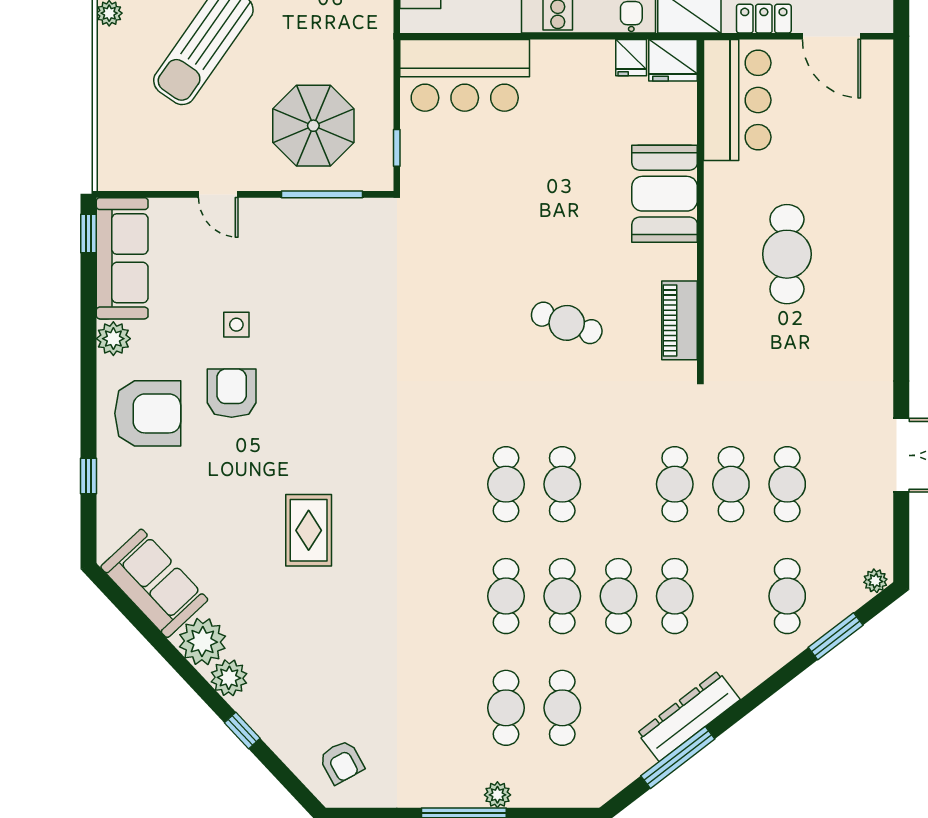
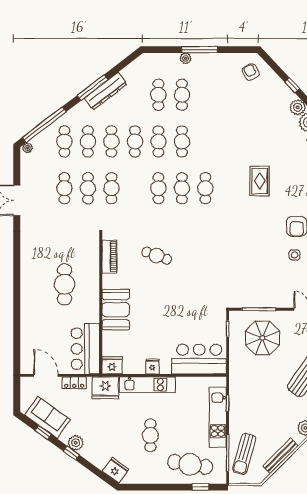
fridge: (631, 58) -> (152, 366), moved
cafe table: (450, 484) -> (205, 188), added
rug: (309, 530) -> (260, 181), moved
cafe table: (731, 596) -> (88, 141), added
window: (836, 636) -> (44, 125), width x2.11
window: (678, 757) -> (93, 88), moved

